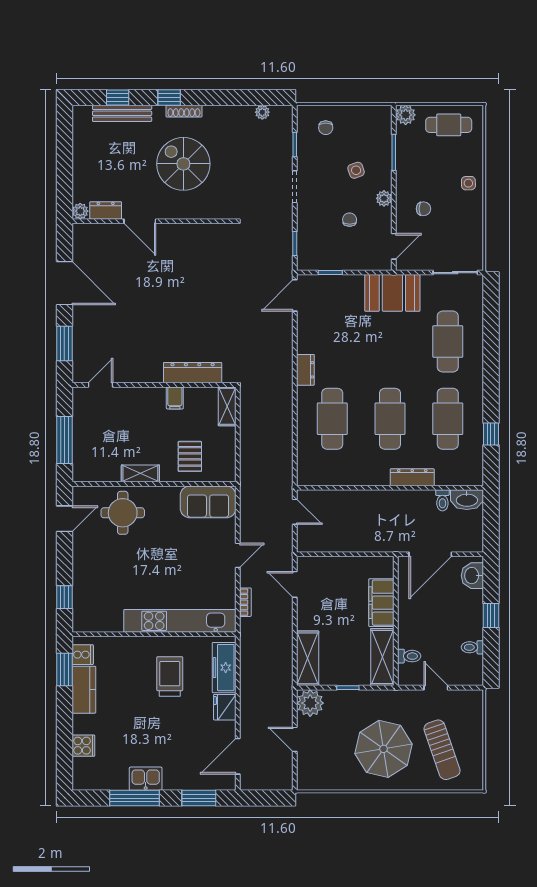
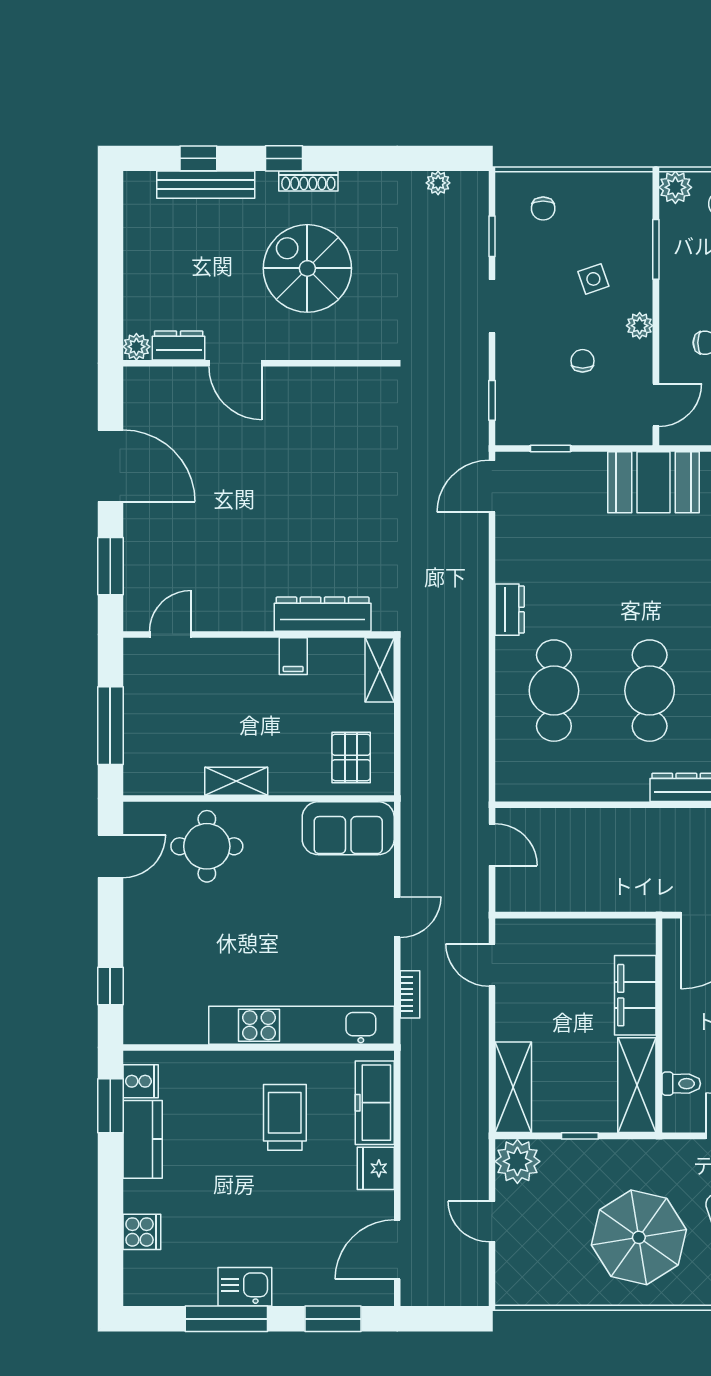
pallet: (190, 456) -> (351, 757), moved

